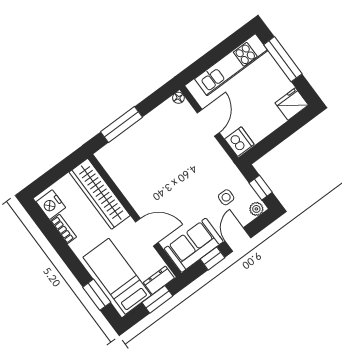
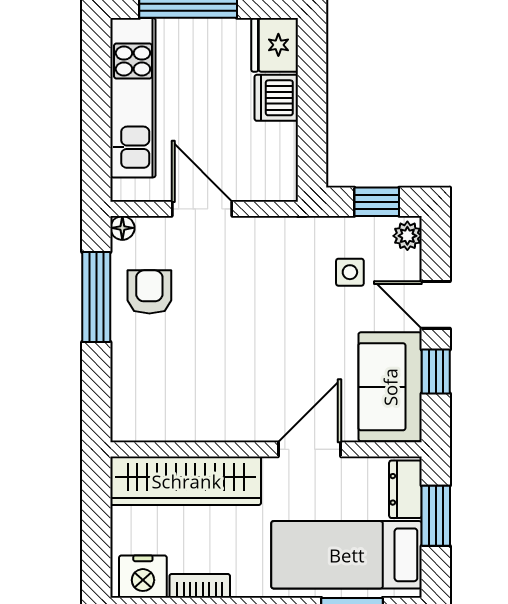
window: (122, 124) -> (96, 297), moved
armchair: (162, 126) -> (149, 292), added
dishwasher: (239, 142) -> (276, 98), moved, turned -90

